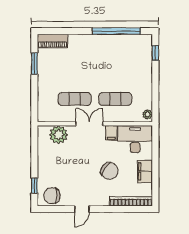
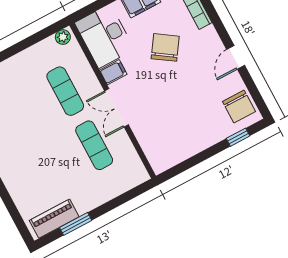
piano: (52, 41) -> (54, 219), moved, turned -90
plant: (59, 135) -> (153, 141), removed
door: (82, 209) -> (236, 57), swing flipped

